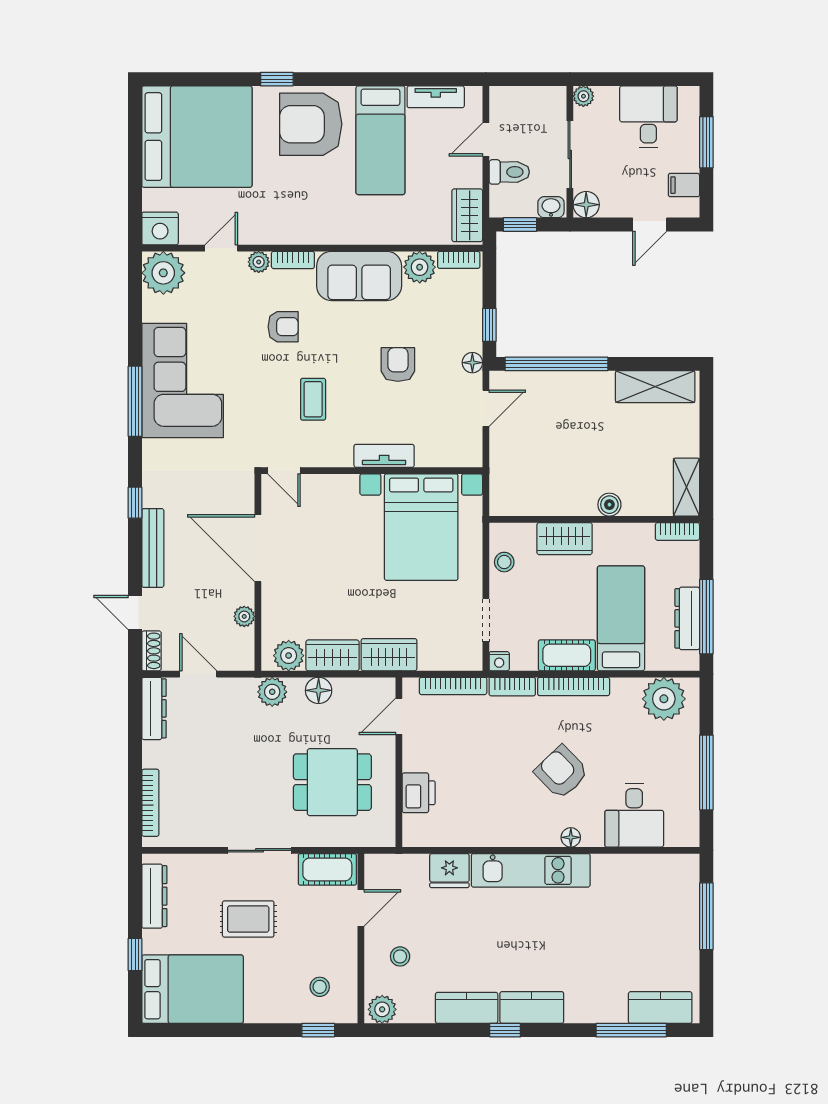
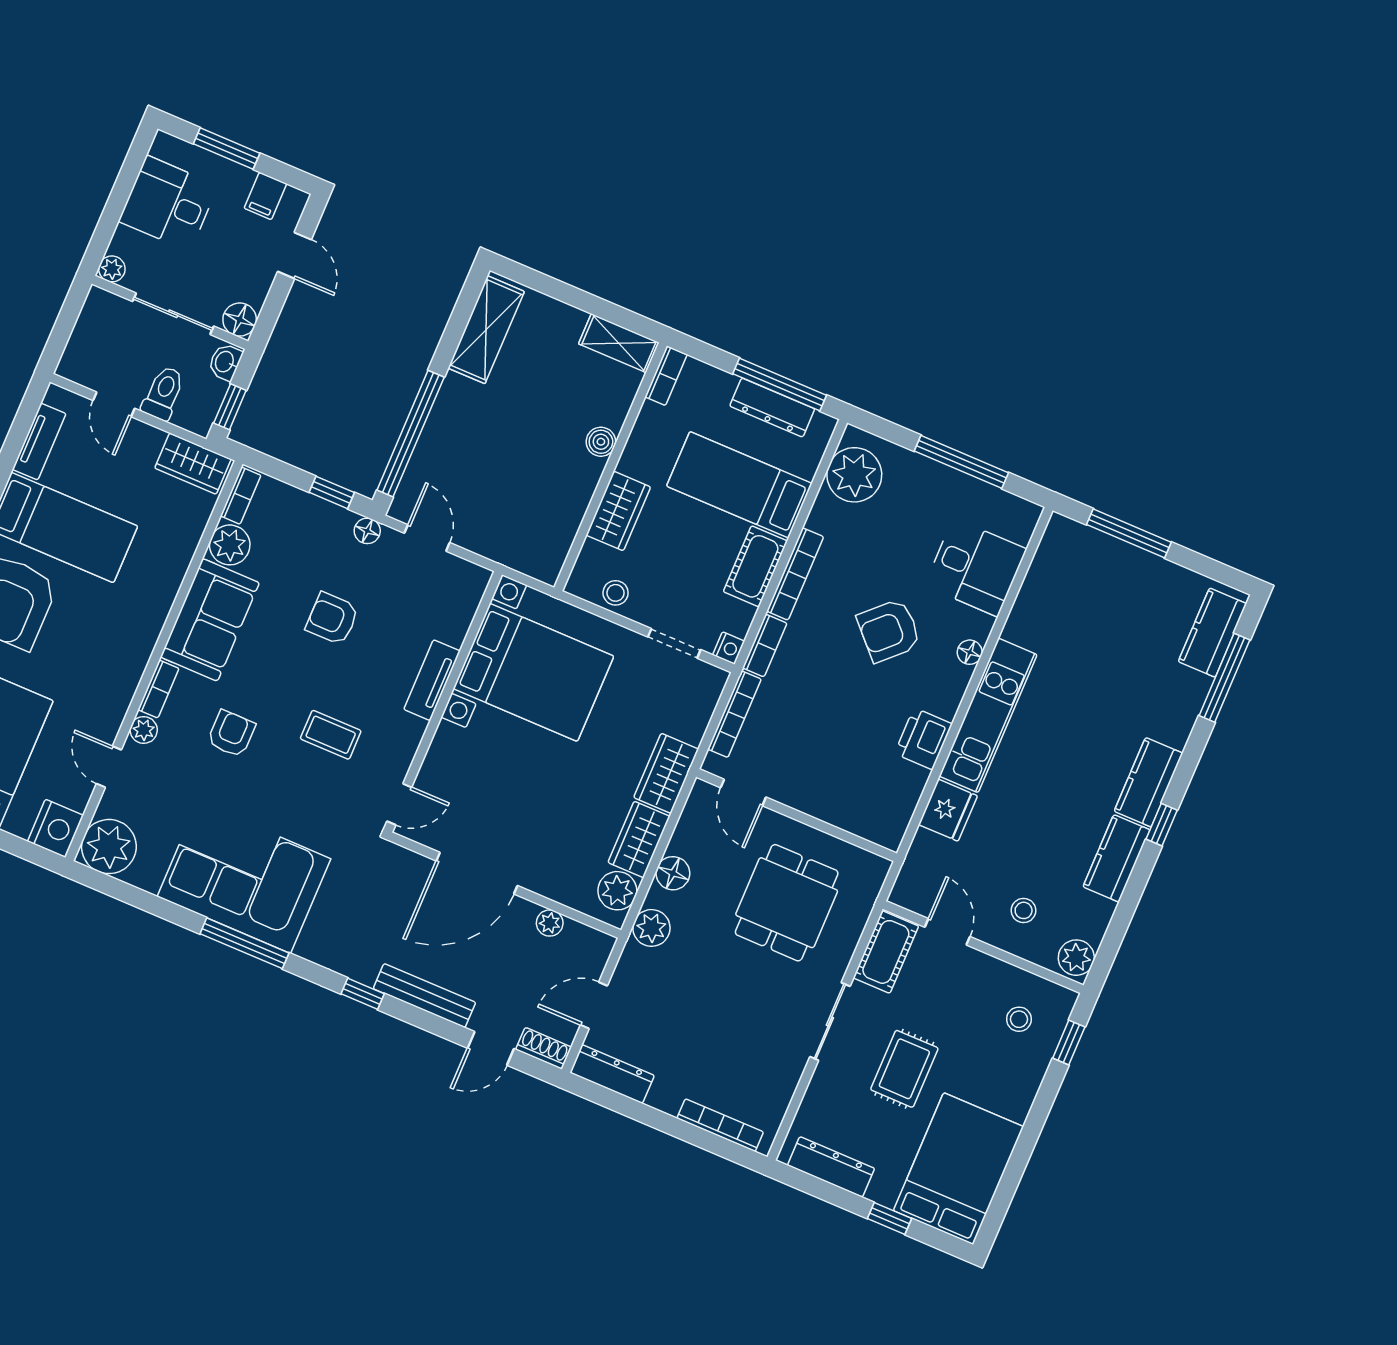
printer: (419, 793) -> (923, 739), moved, turned -90

